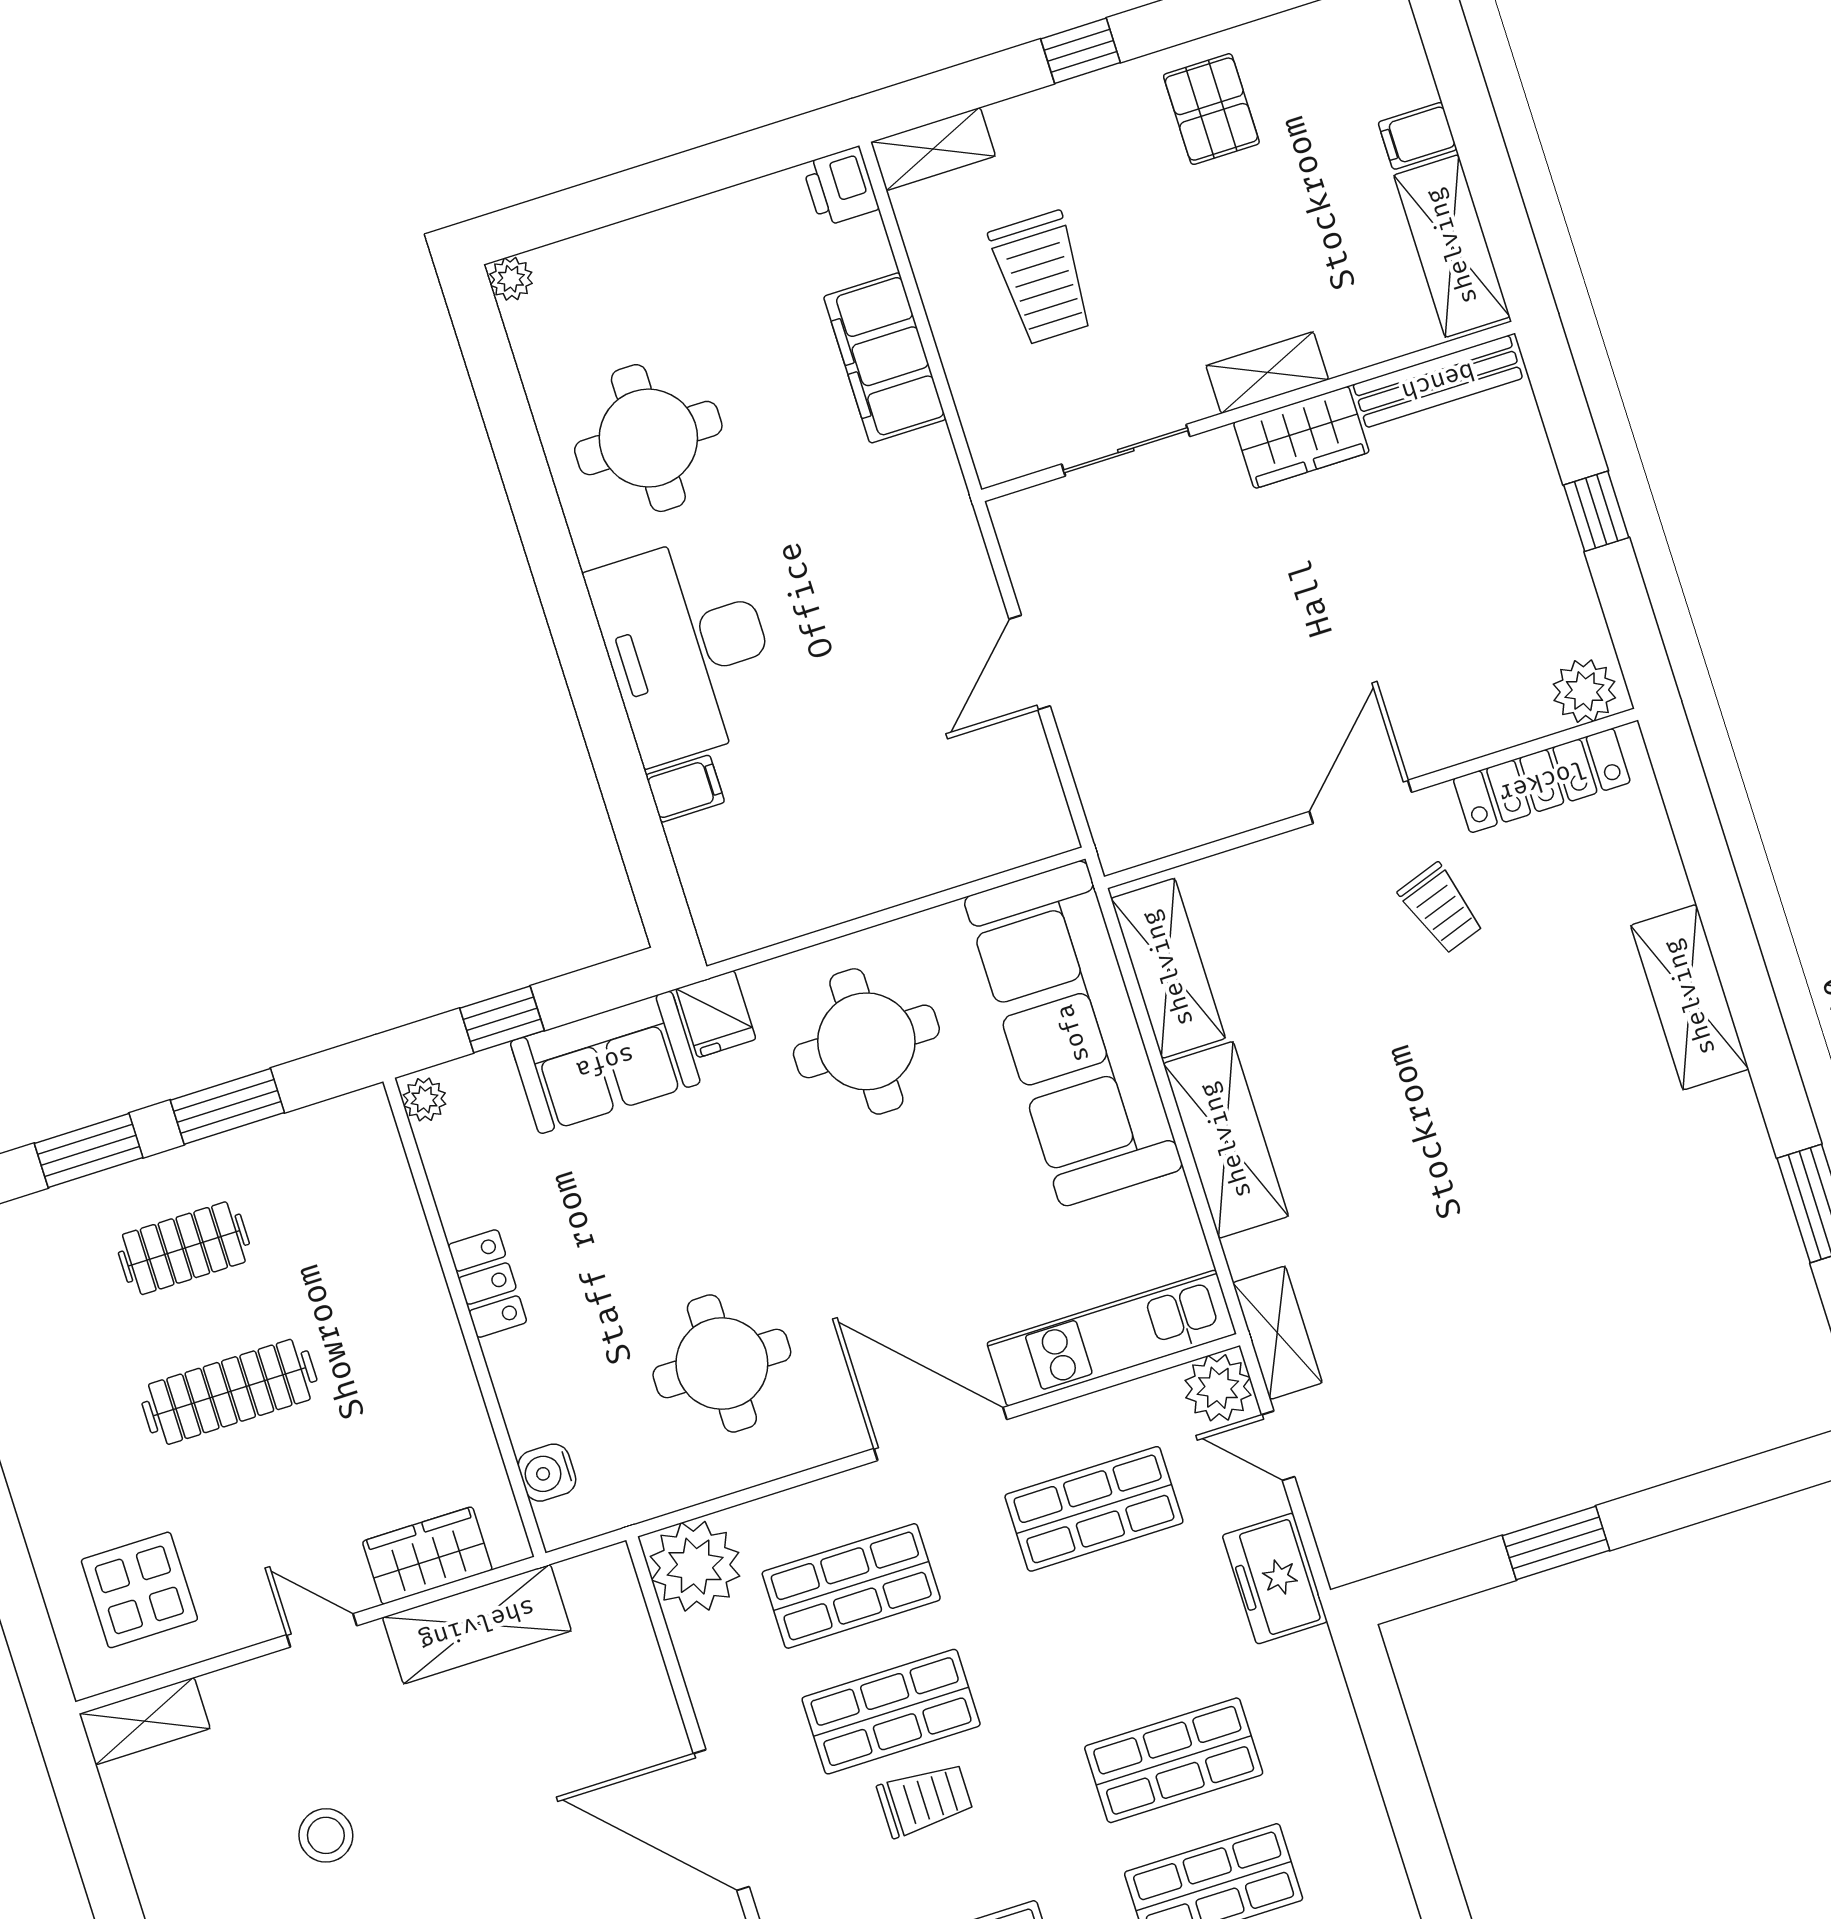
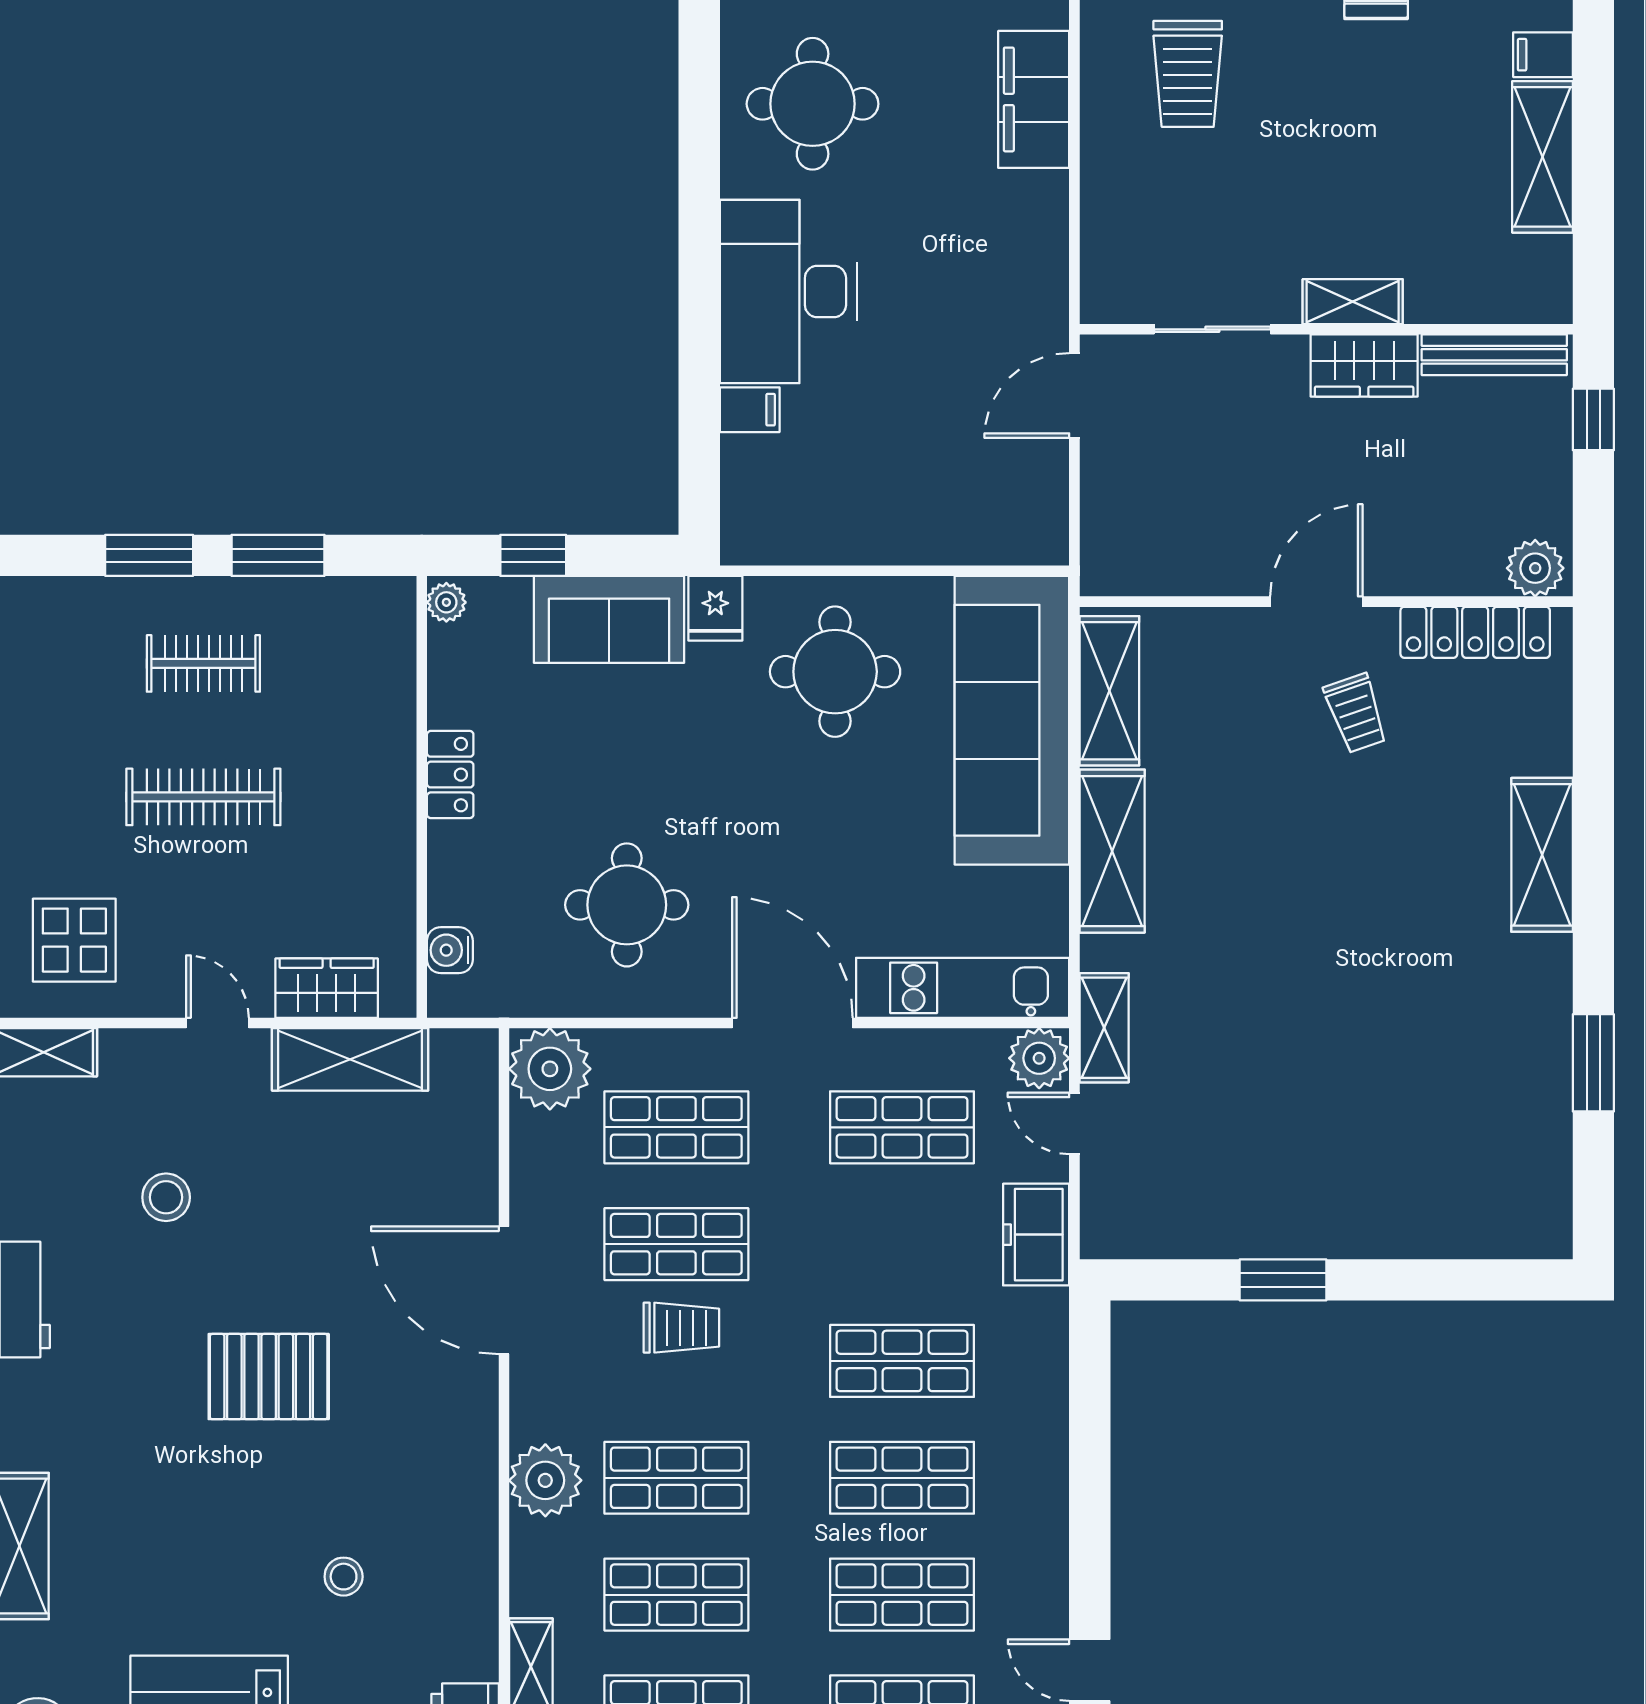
shelving: (1267, 373) -> (1353, 302), moved
bench: (1438, 381) -> (1494, 355), moved
wall: (1248, 411) -> (1326, 329), moved
wardrobe: (1301, 437) -> (1364, 365), moved
sliding door: (1126, 450) -> (1212, 329), moved

